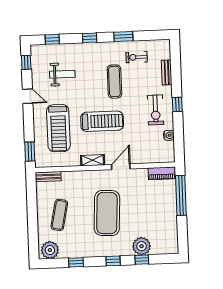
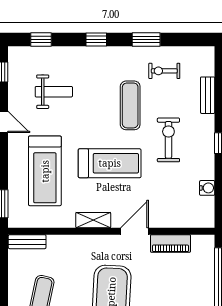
exercise bike: (155, 110) -> (168, 140), moved, turned 180
piano: (162, 173) -> (170, 243), moved

